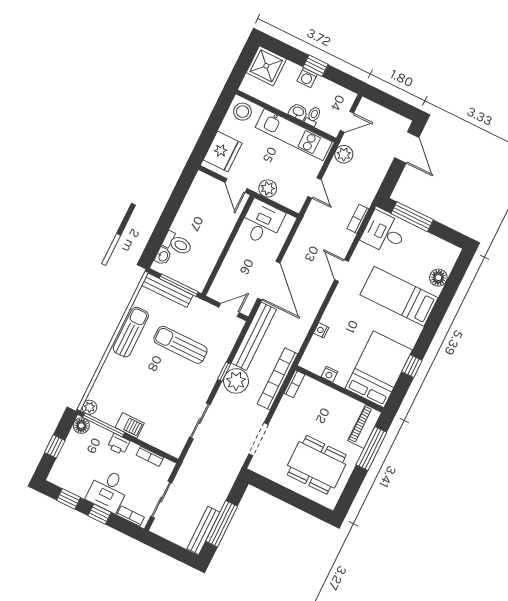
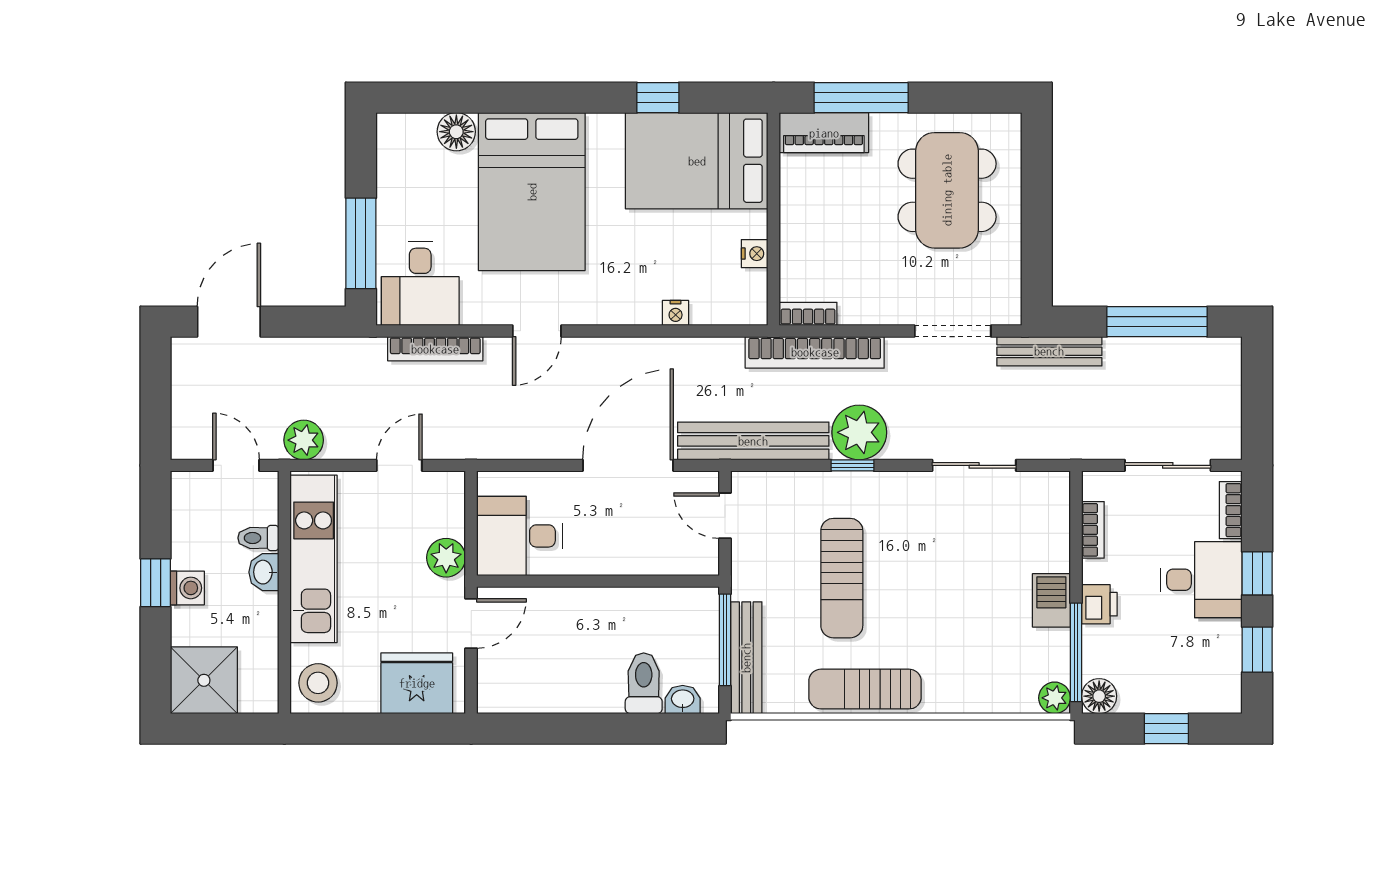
bookcase: (358, 219) -> (435, 349), width x1.56
bed: (399, 296) -> (532, 192), width x1.50
bench: (203, 530) -> (1049, 351), moved

